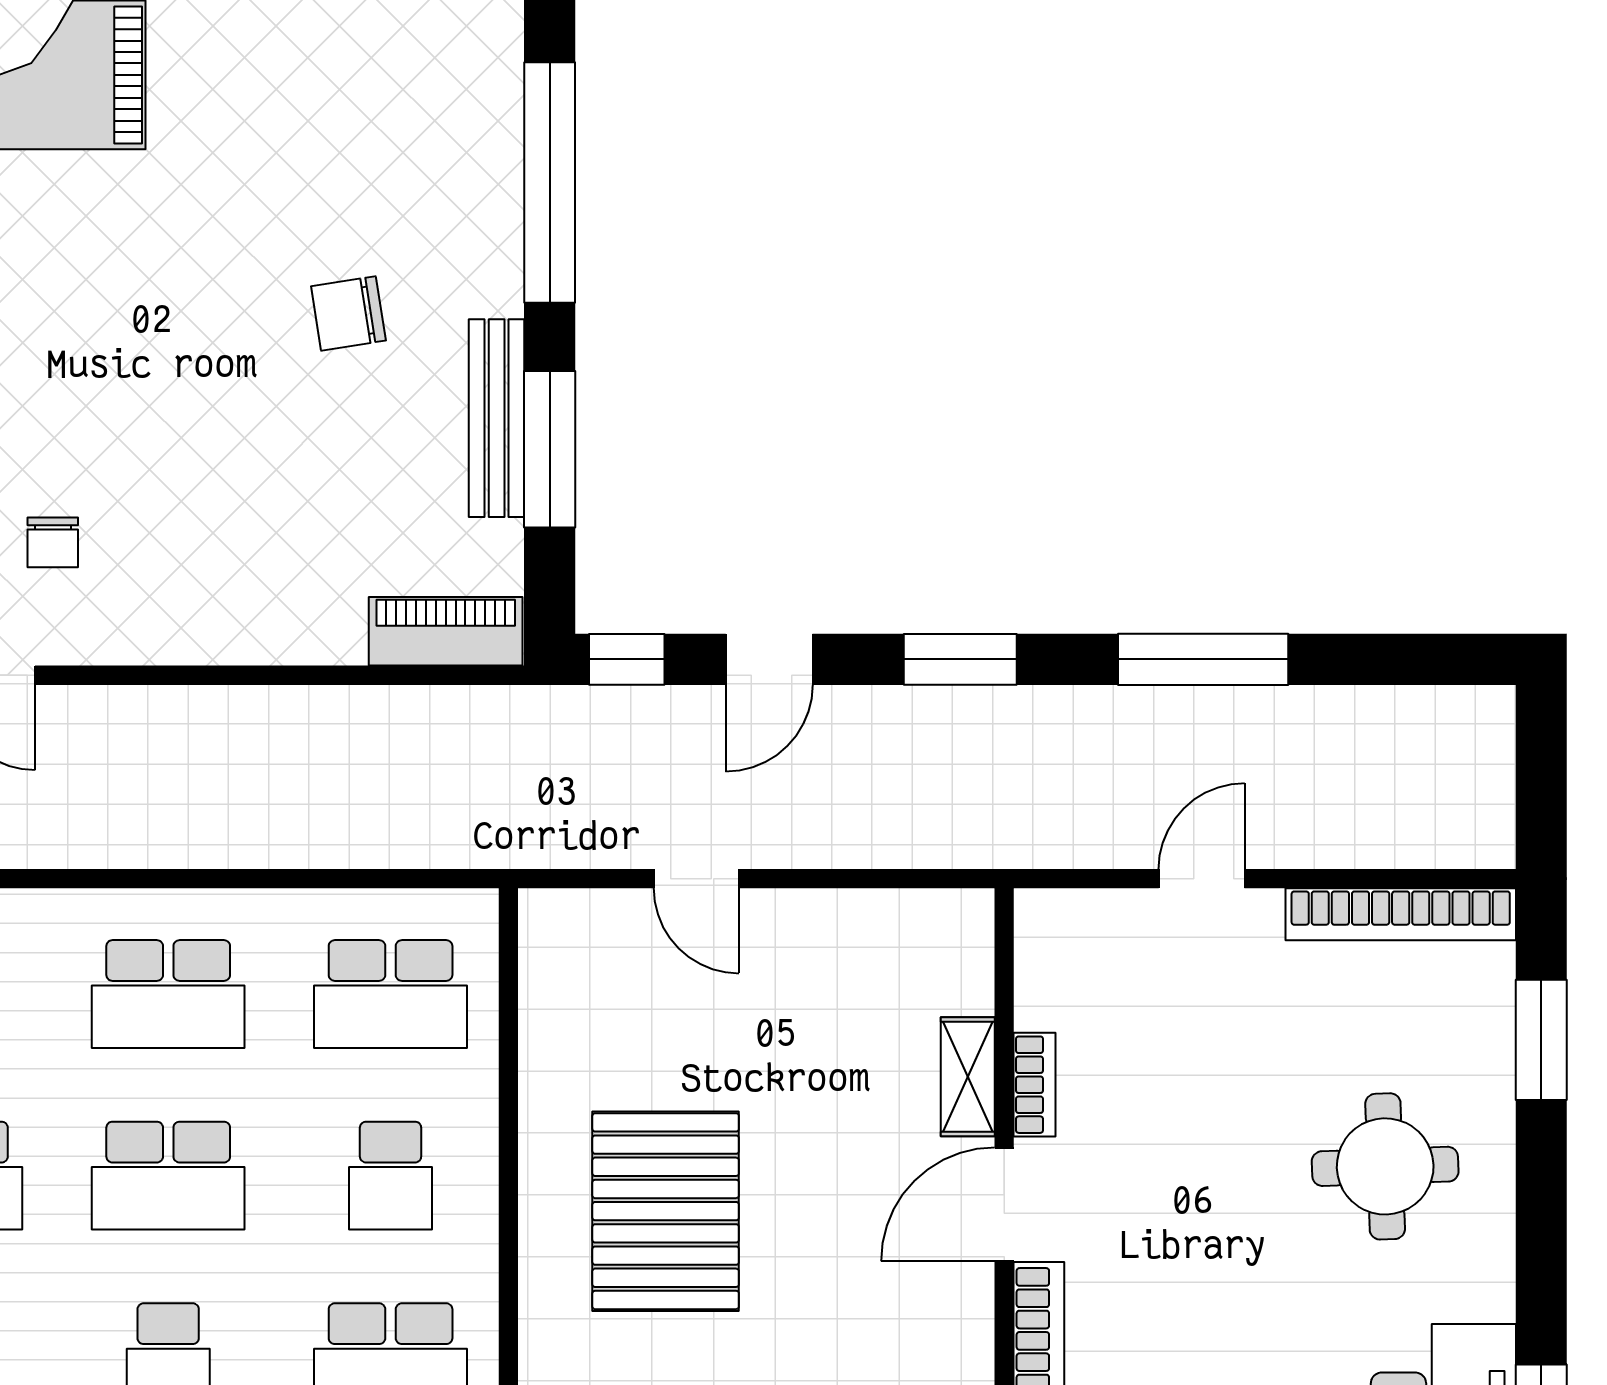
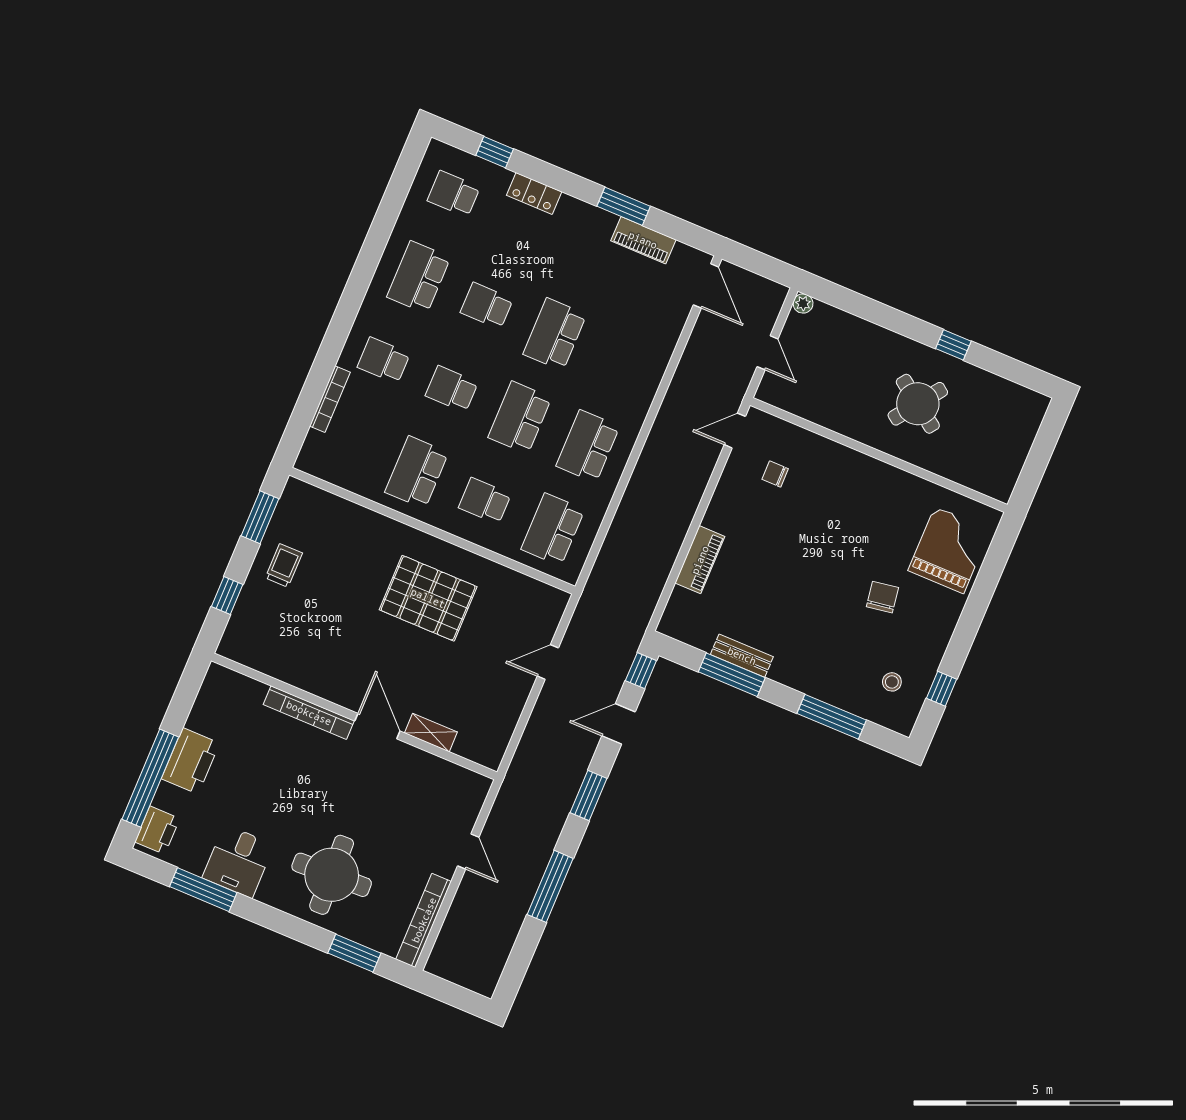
stool: (413, 79) -> (892, 682), added
window: (550, 183) -> (832, 717), width x0.68
chair: (348, 313) -> (882, 597), moved
bench: (497, 418) -> (742, 656), width x0.73
piano: (446, 631) -> (700, 560), moved
door: (769, 659) -> (618, 724), hinge flipped
bookcase: (1034, 1085) -> (417, 756), removed
round table: (1385, 1166) -> (332, 875), width x1.36, depth x1.36

